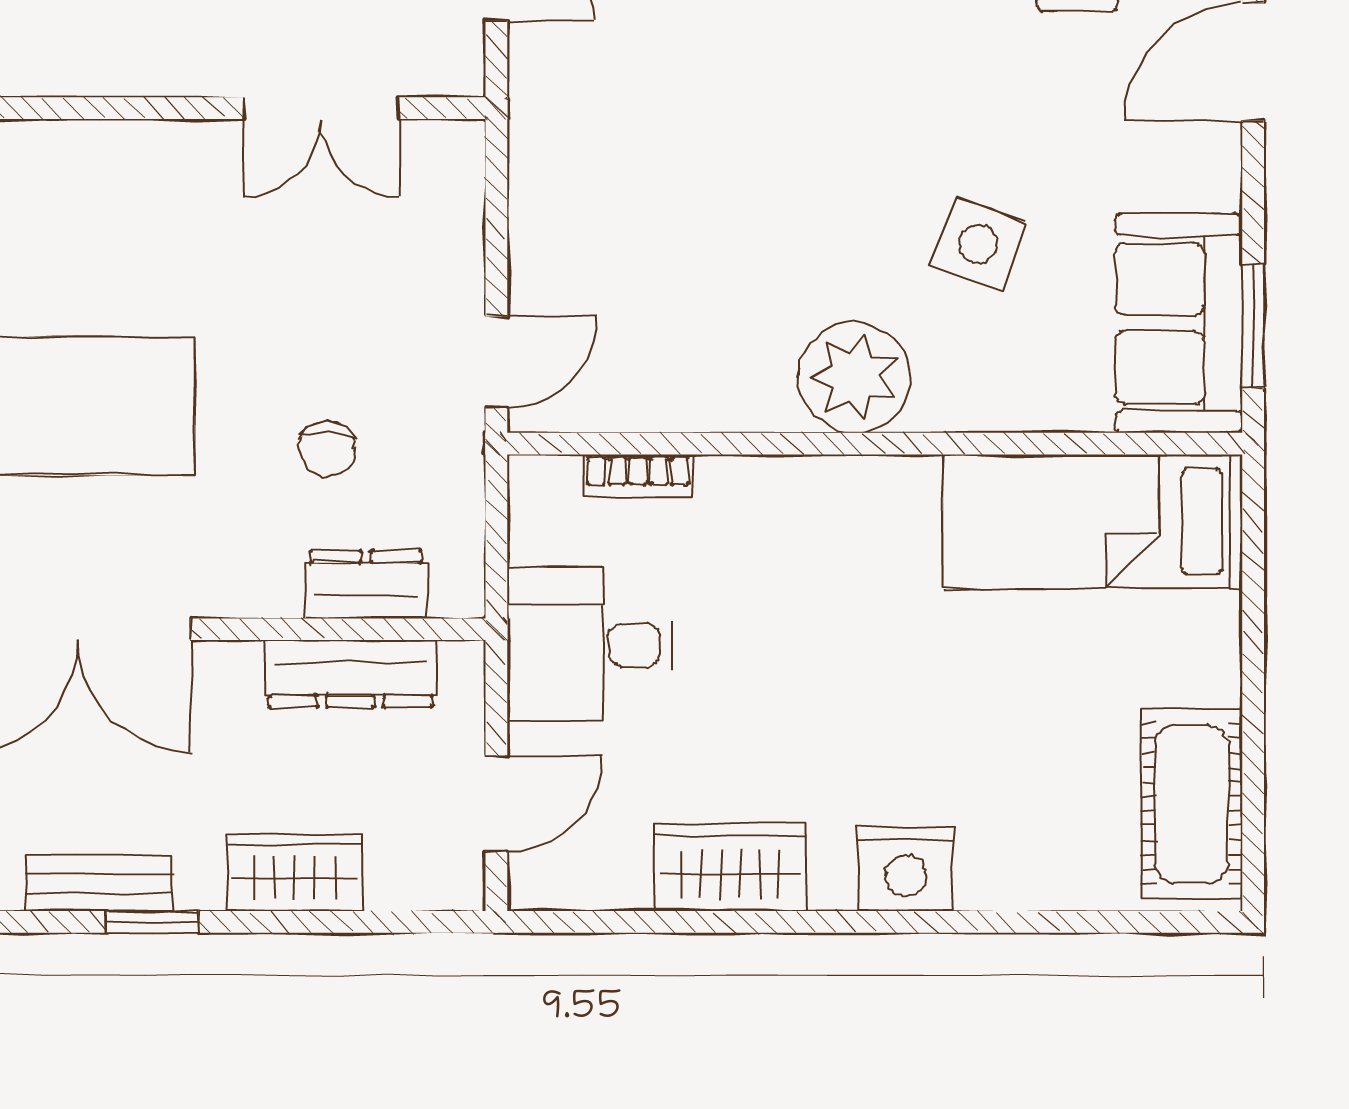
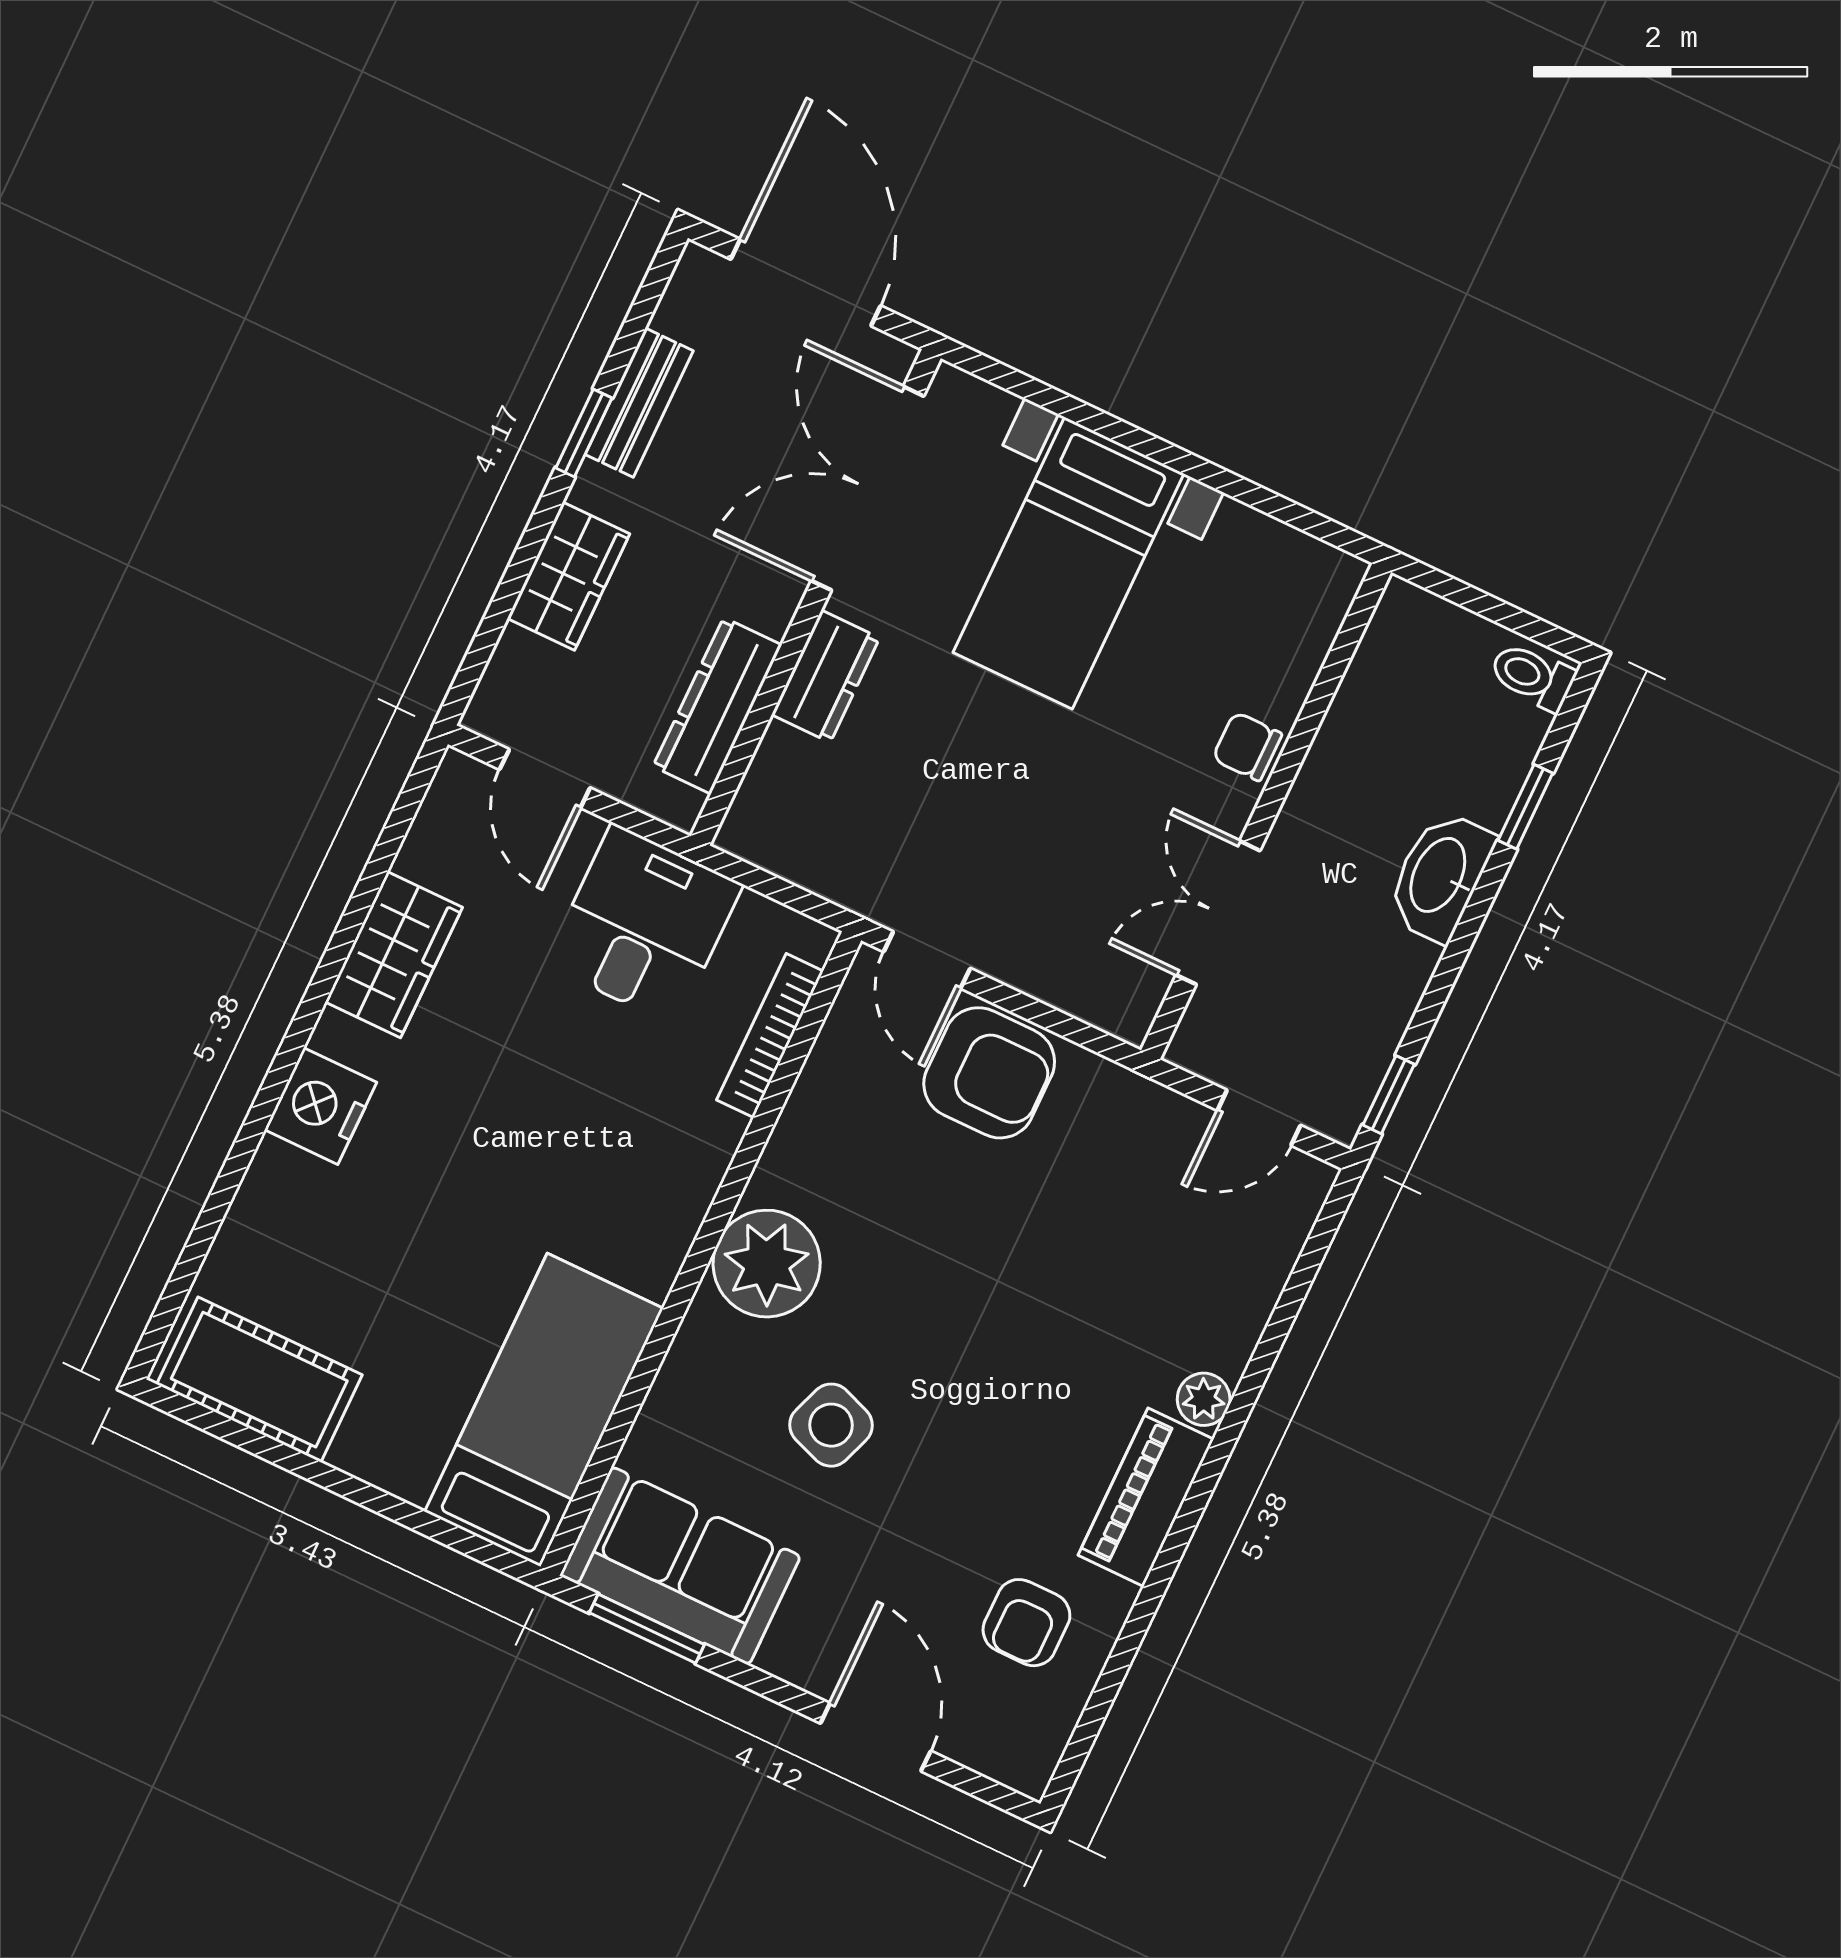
armchair: (575, 252) -> (989, 1073), added
chair: (327, 449) -> (1247, 746), moved
bookcase: (638, 476) -> (770, 1036), width x1.56
dresser: (366, 584) -> (826, 676), moved

